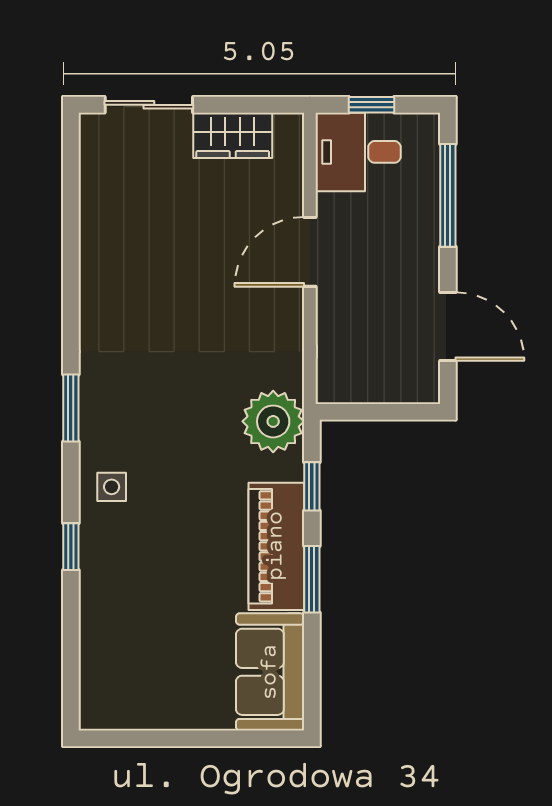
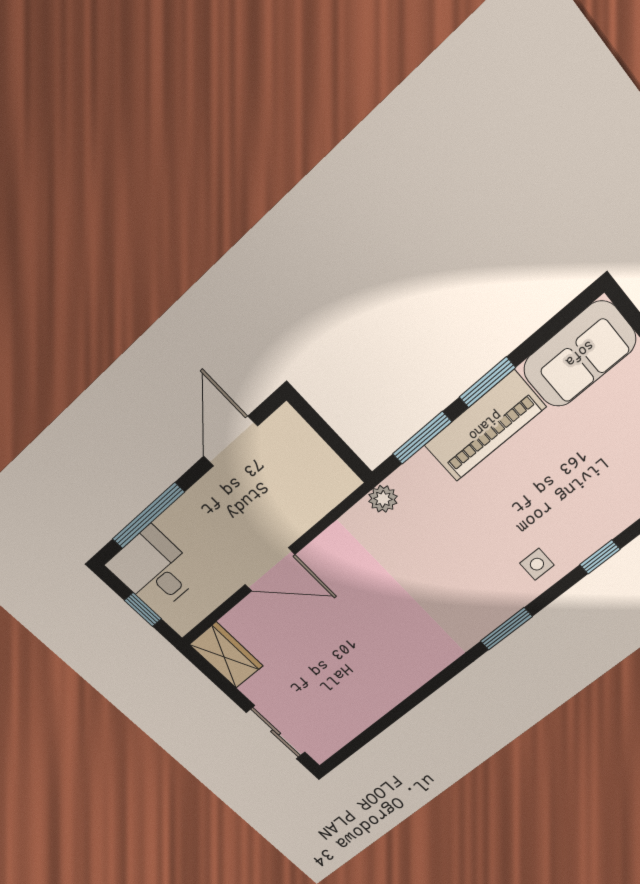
wardrobe: (233, 135) -> (226, 655), moved
desk: (358, 152) -> (154, 570), moved, turned 180
plant: (273, 421) -> (383, 499), width x0.53, depth x0.53
window: (312, 486) -> (422, 438), width x1.50

